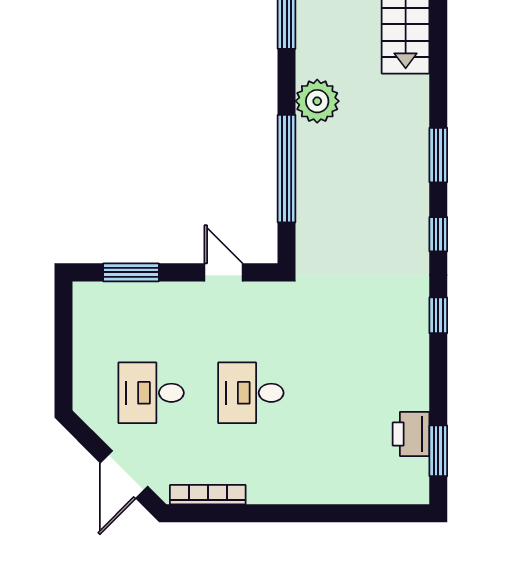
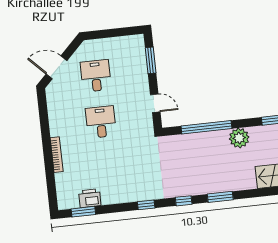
door: (223, 272) -> (155, 103), hinge flipped
bookcase: (208, 495) -> (57, 155), moved

